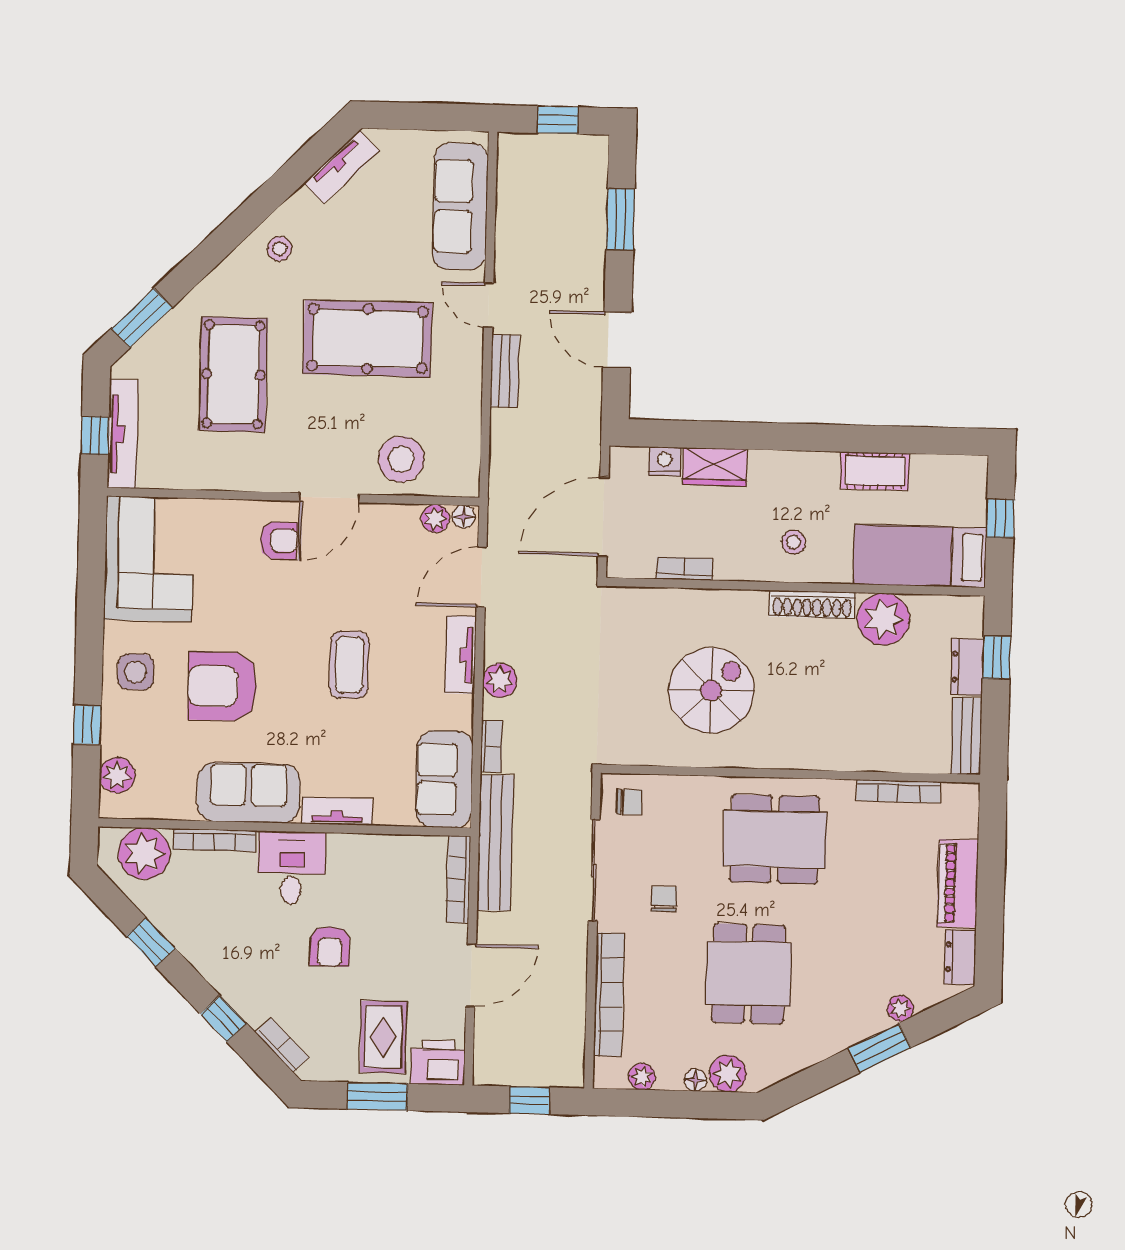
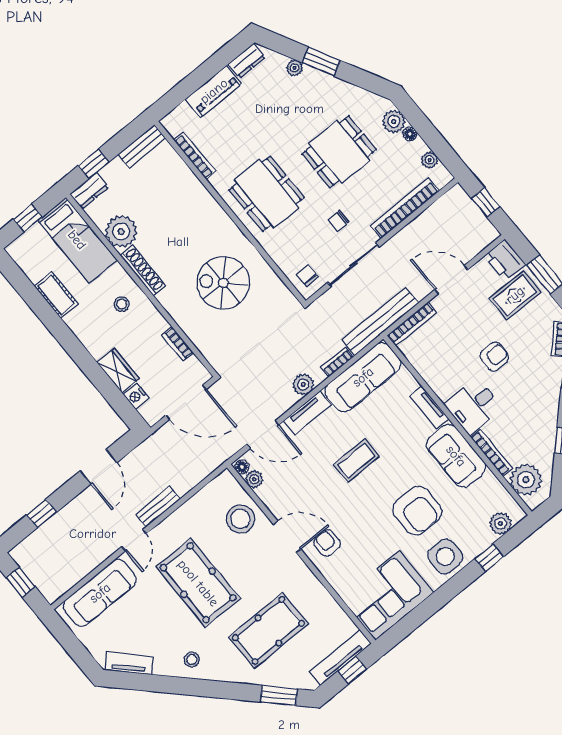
window: (620, 219) -> (42, 514), width x0.67
dresser: (967, 667) -> (89, 191), moved
side table: (136, 672) -> (445, 557), width x1.37, depth x1.37
sofa: (444, 779) -> (363, 377), width x1.36

